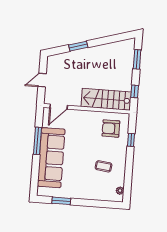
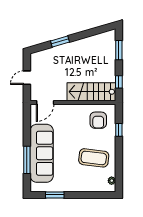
armchair: (111, 128) -> (98, 120), turned -90
window: (38, 141) -> (27, 160), moved
coffee table: (104, 166) -> (94, 158), width x1.86, depth x1.72

